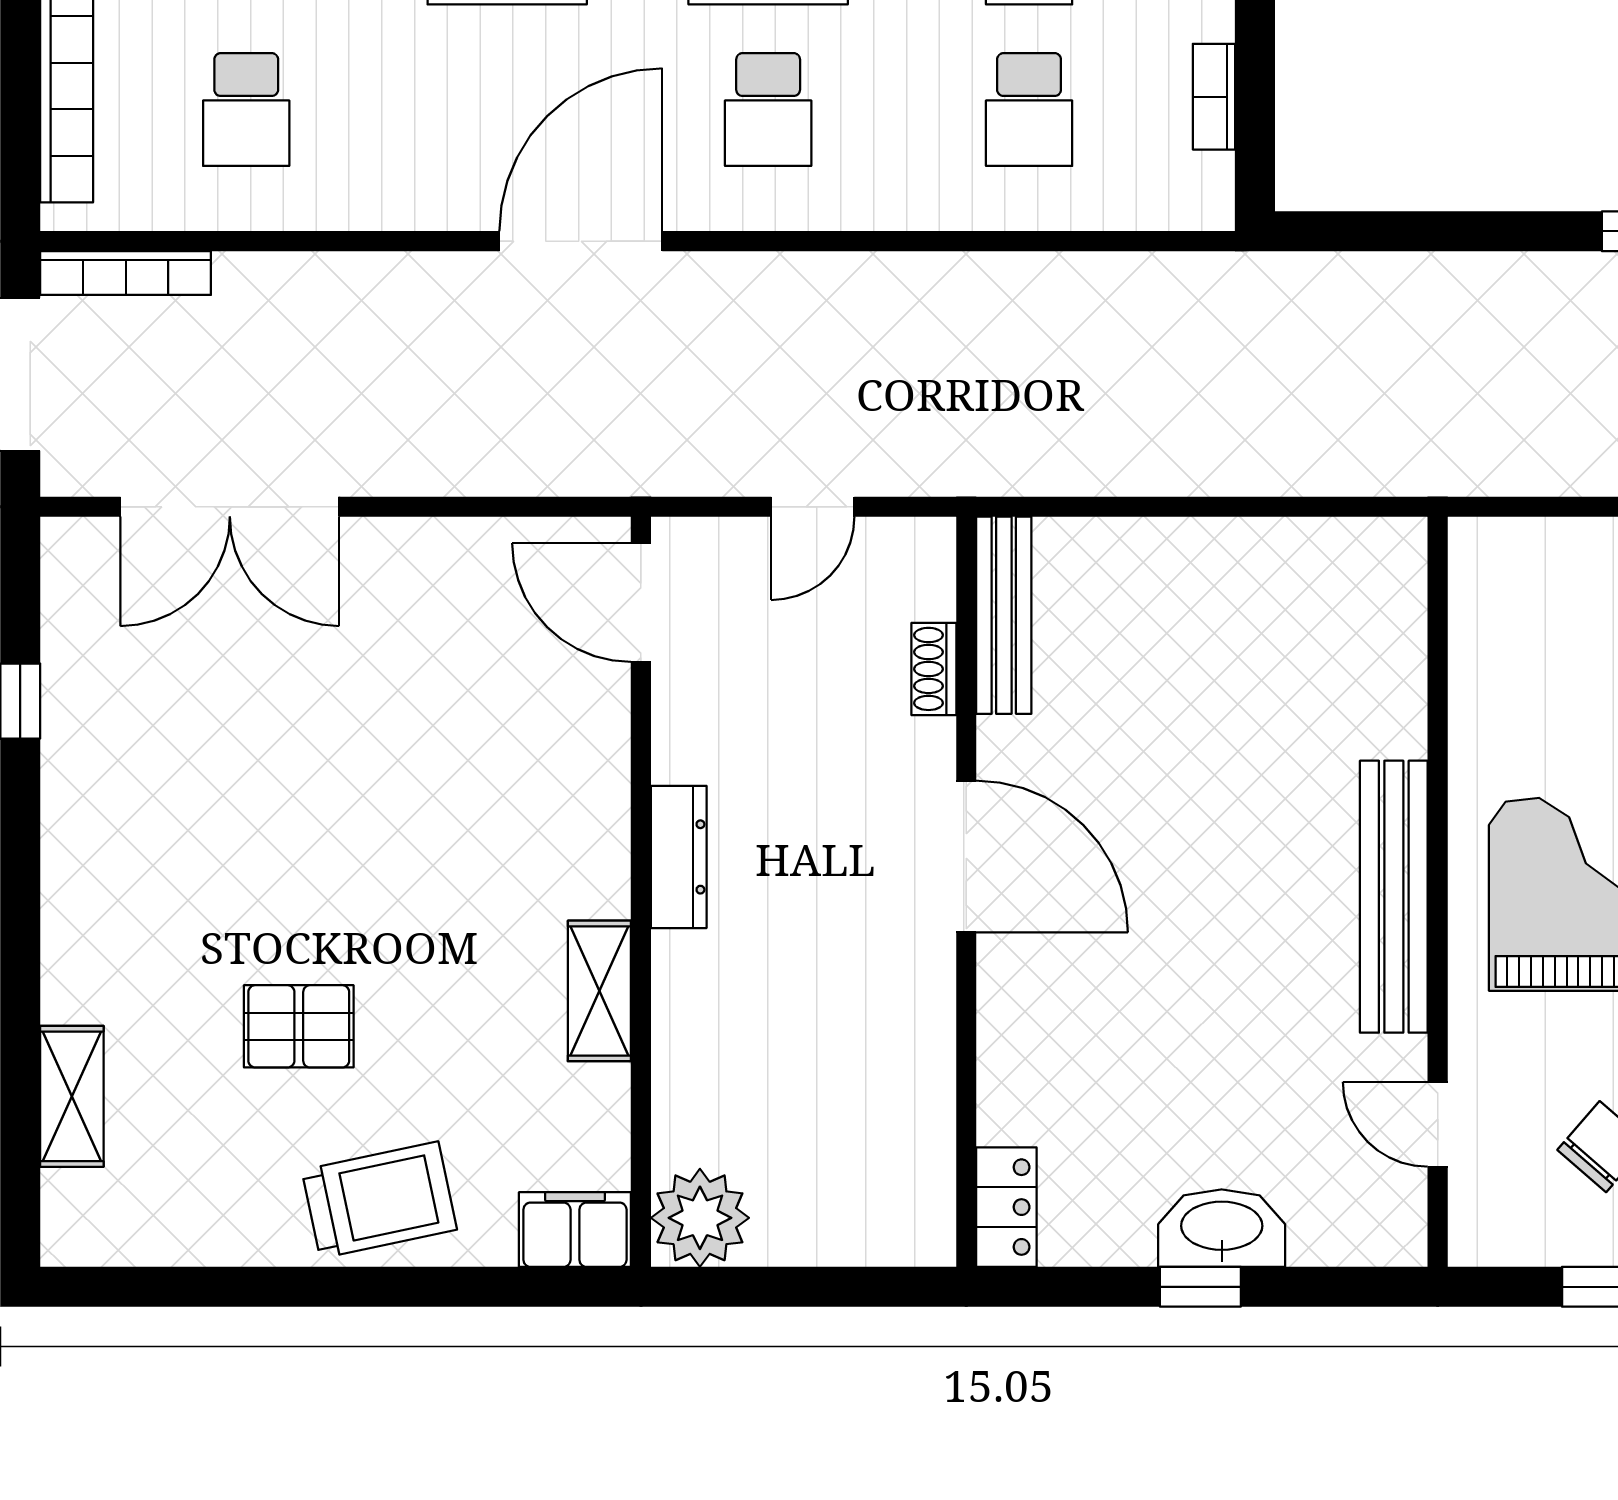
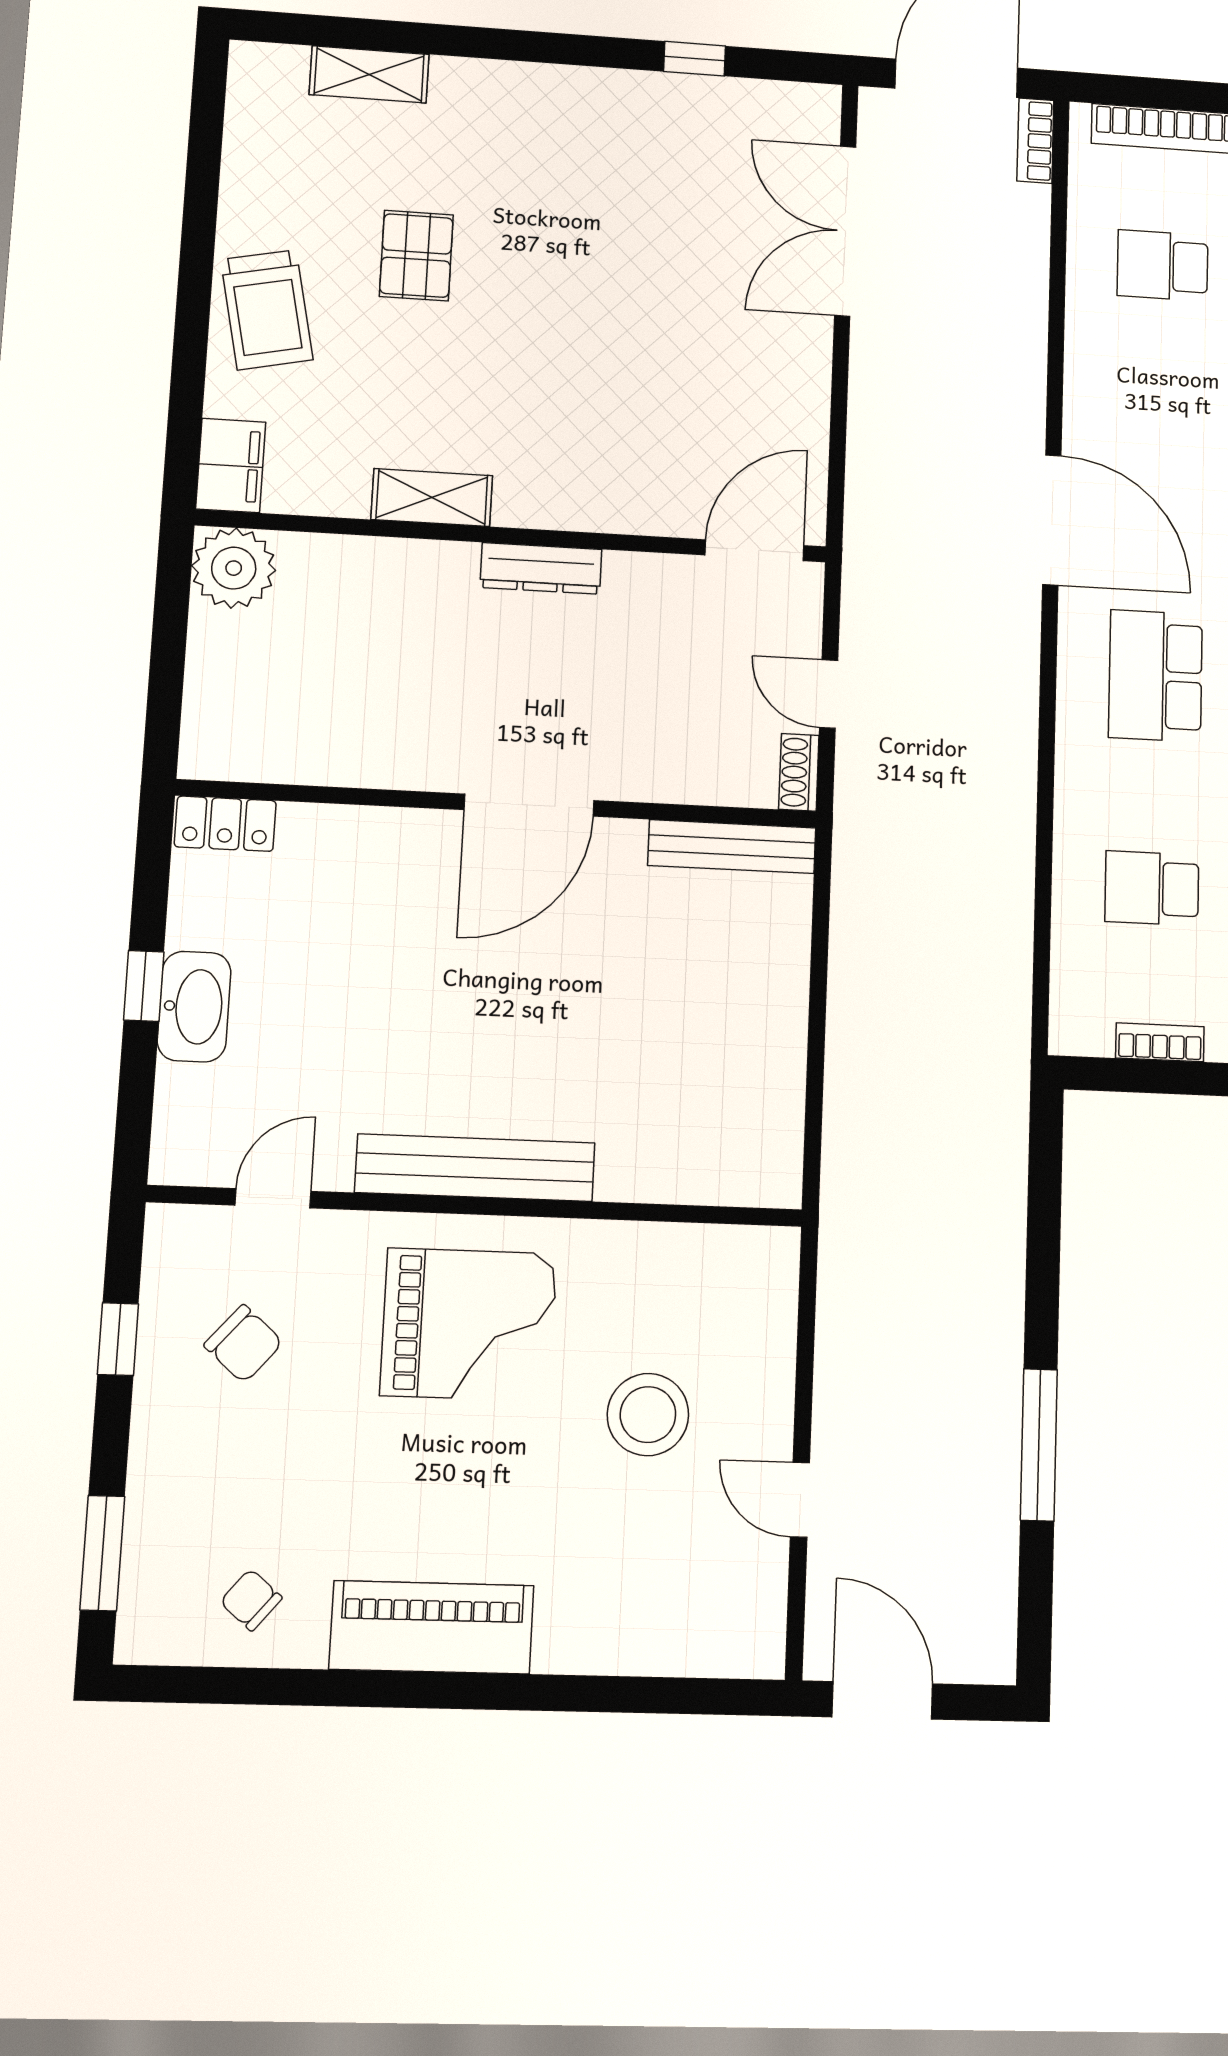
school desk: (768, 110) -> (1156, 676), width x1.85
bookcase: (126, 273) -> (1035, 141), width x0.64
shoe rack: (934, 669) -> (799, 772), moved, turned -90

